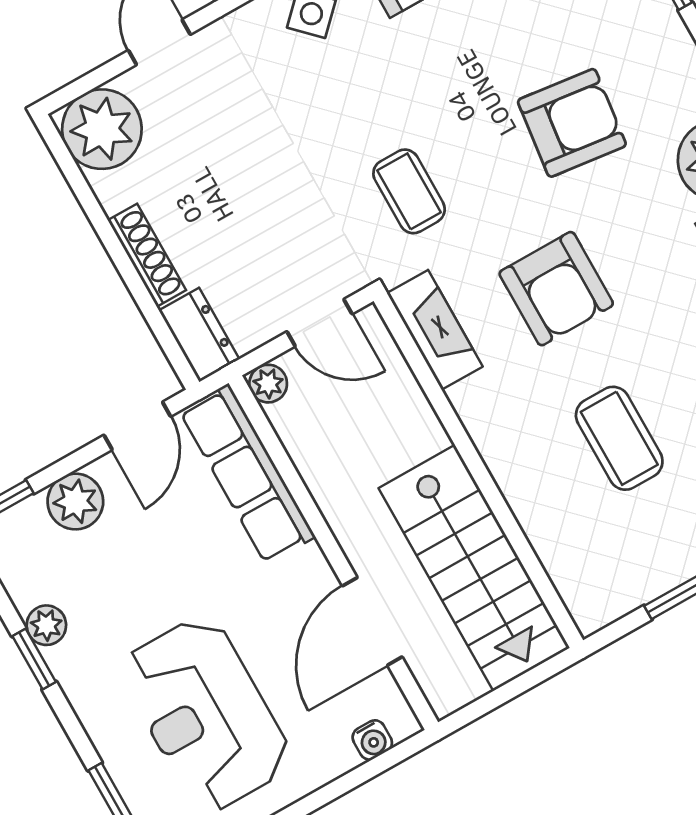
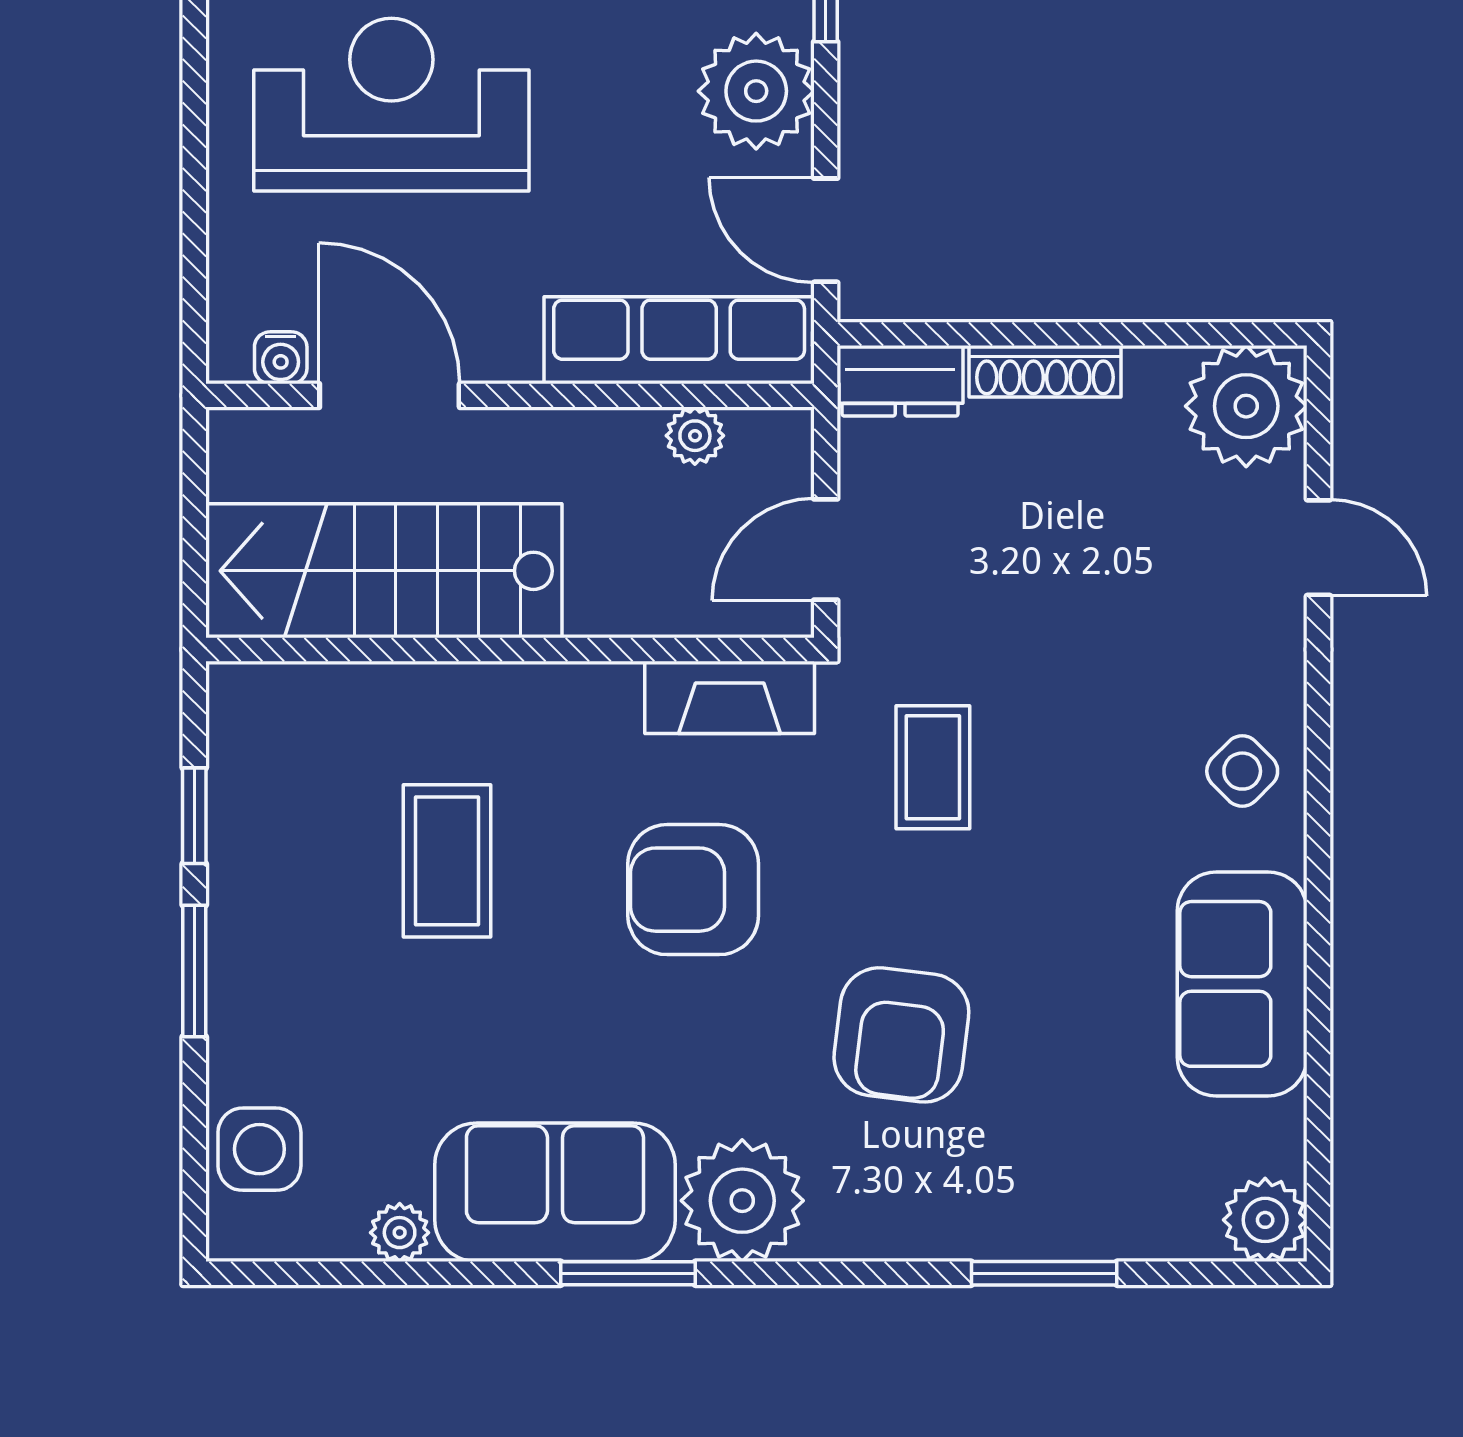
coffee table: (409, 191) -> (933, 767), turned 90
plant: (268, 384) -> (695, 436), moved
coffee table: (619, 438) -> (447, 861), turned 90
plant: (75, 502) -> (756, 91), width x1.36, depth x1.36
water cooler: (372, 740) -> (281, 358), moved, turned -90

